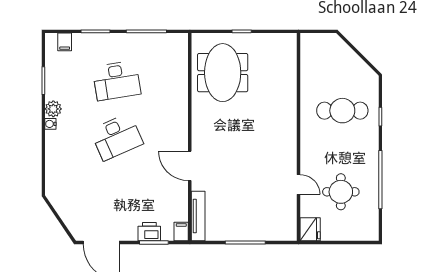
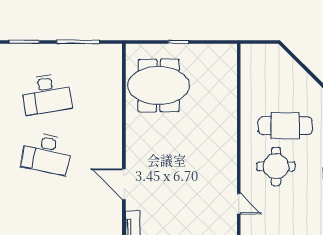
meeting table: (223, 73) -> (159, 85), turned 90
desk: (117, 137) -> (46, 153), turned 36
round table: (341, 192) -> (276, 166), moved

